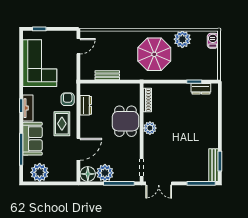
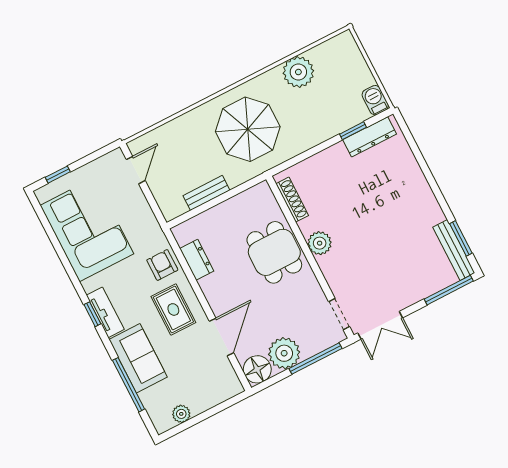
barbecue: (213, 41) -> (375, 100), moved
parasol: (154, 54) -> (248, 129), moved
dresser: (201, 89) -> (370, 137), width x1.44
plant: (40, 172) -> (181, 414), width x0.53, depth x0.53

